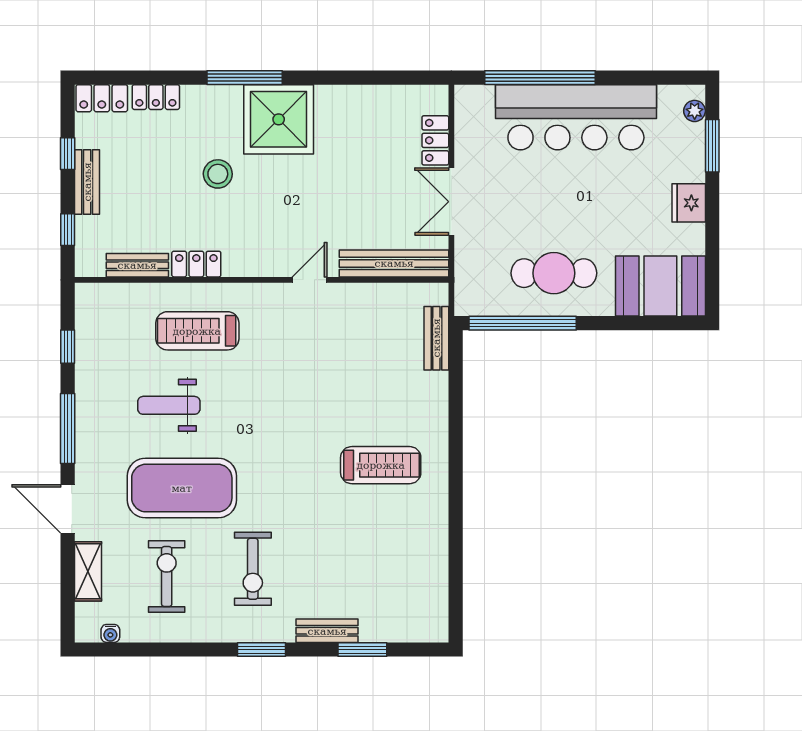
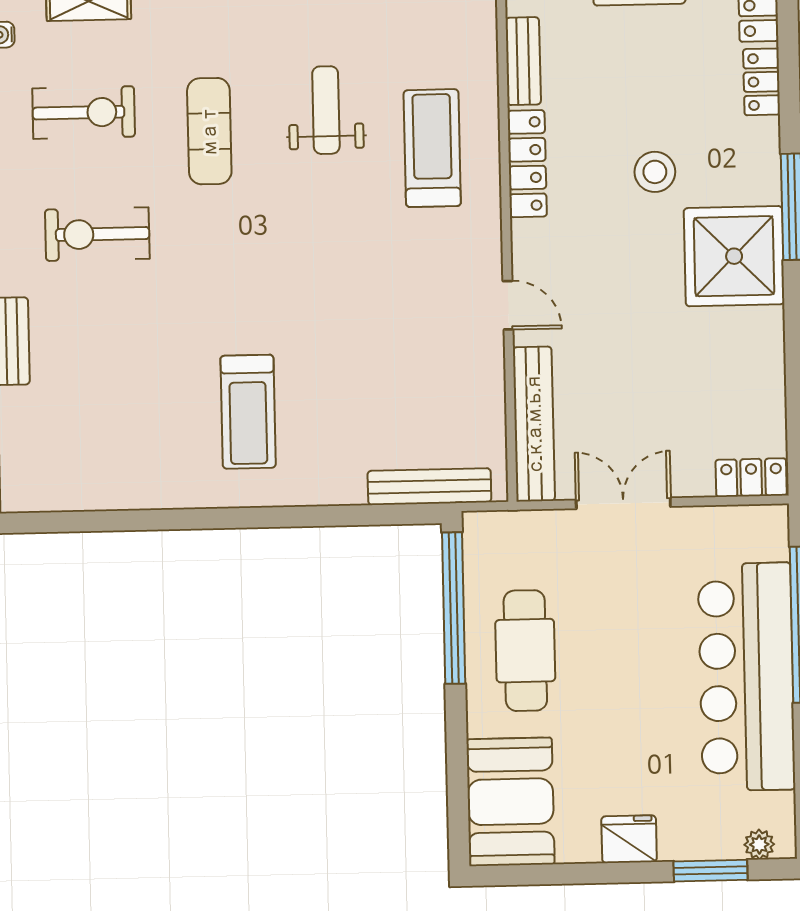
locker: (435, 140) -> (751, 478), moved
locker: (196, 264) -> (527, 164), width x1.53
bench: (436, 338) -> (429, 487), width x1.36
exercise mat: (182, 488) -> (209, 131), width x0.50, depth x0.69

